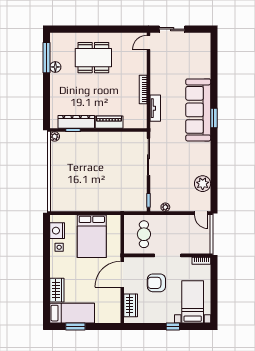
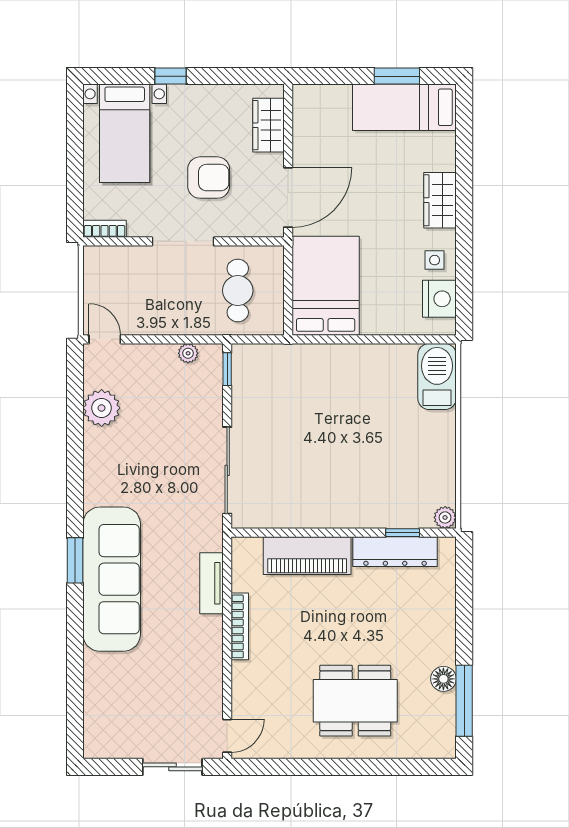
piano: (109, 122) -> (307, 556), width x1.37, depth x1.33
barbecue: (58, 197) -> (437, 377), added
bed: (92, 236) -> (326, 286), moved
wardrobe: (57, 290) -> (440, 200), moved

